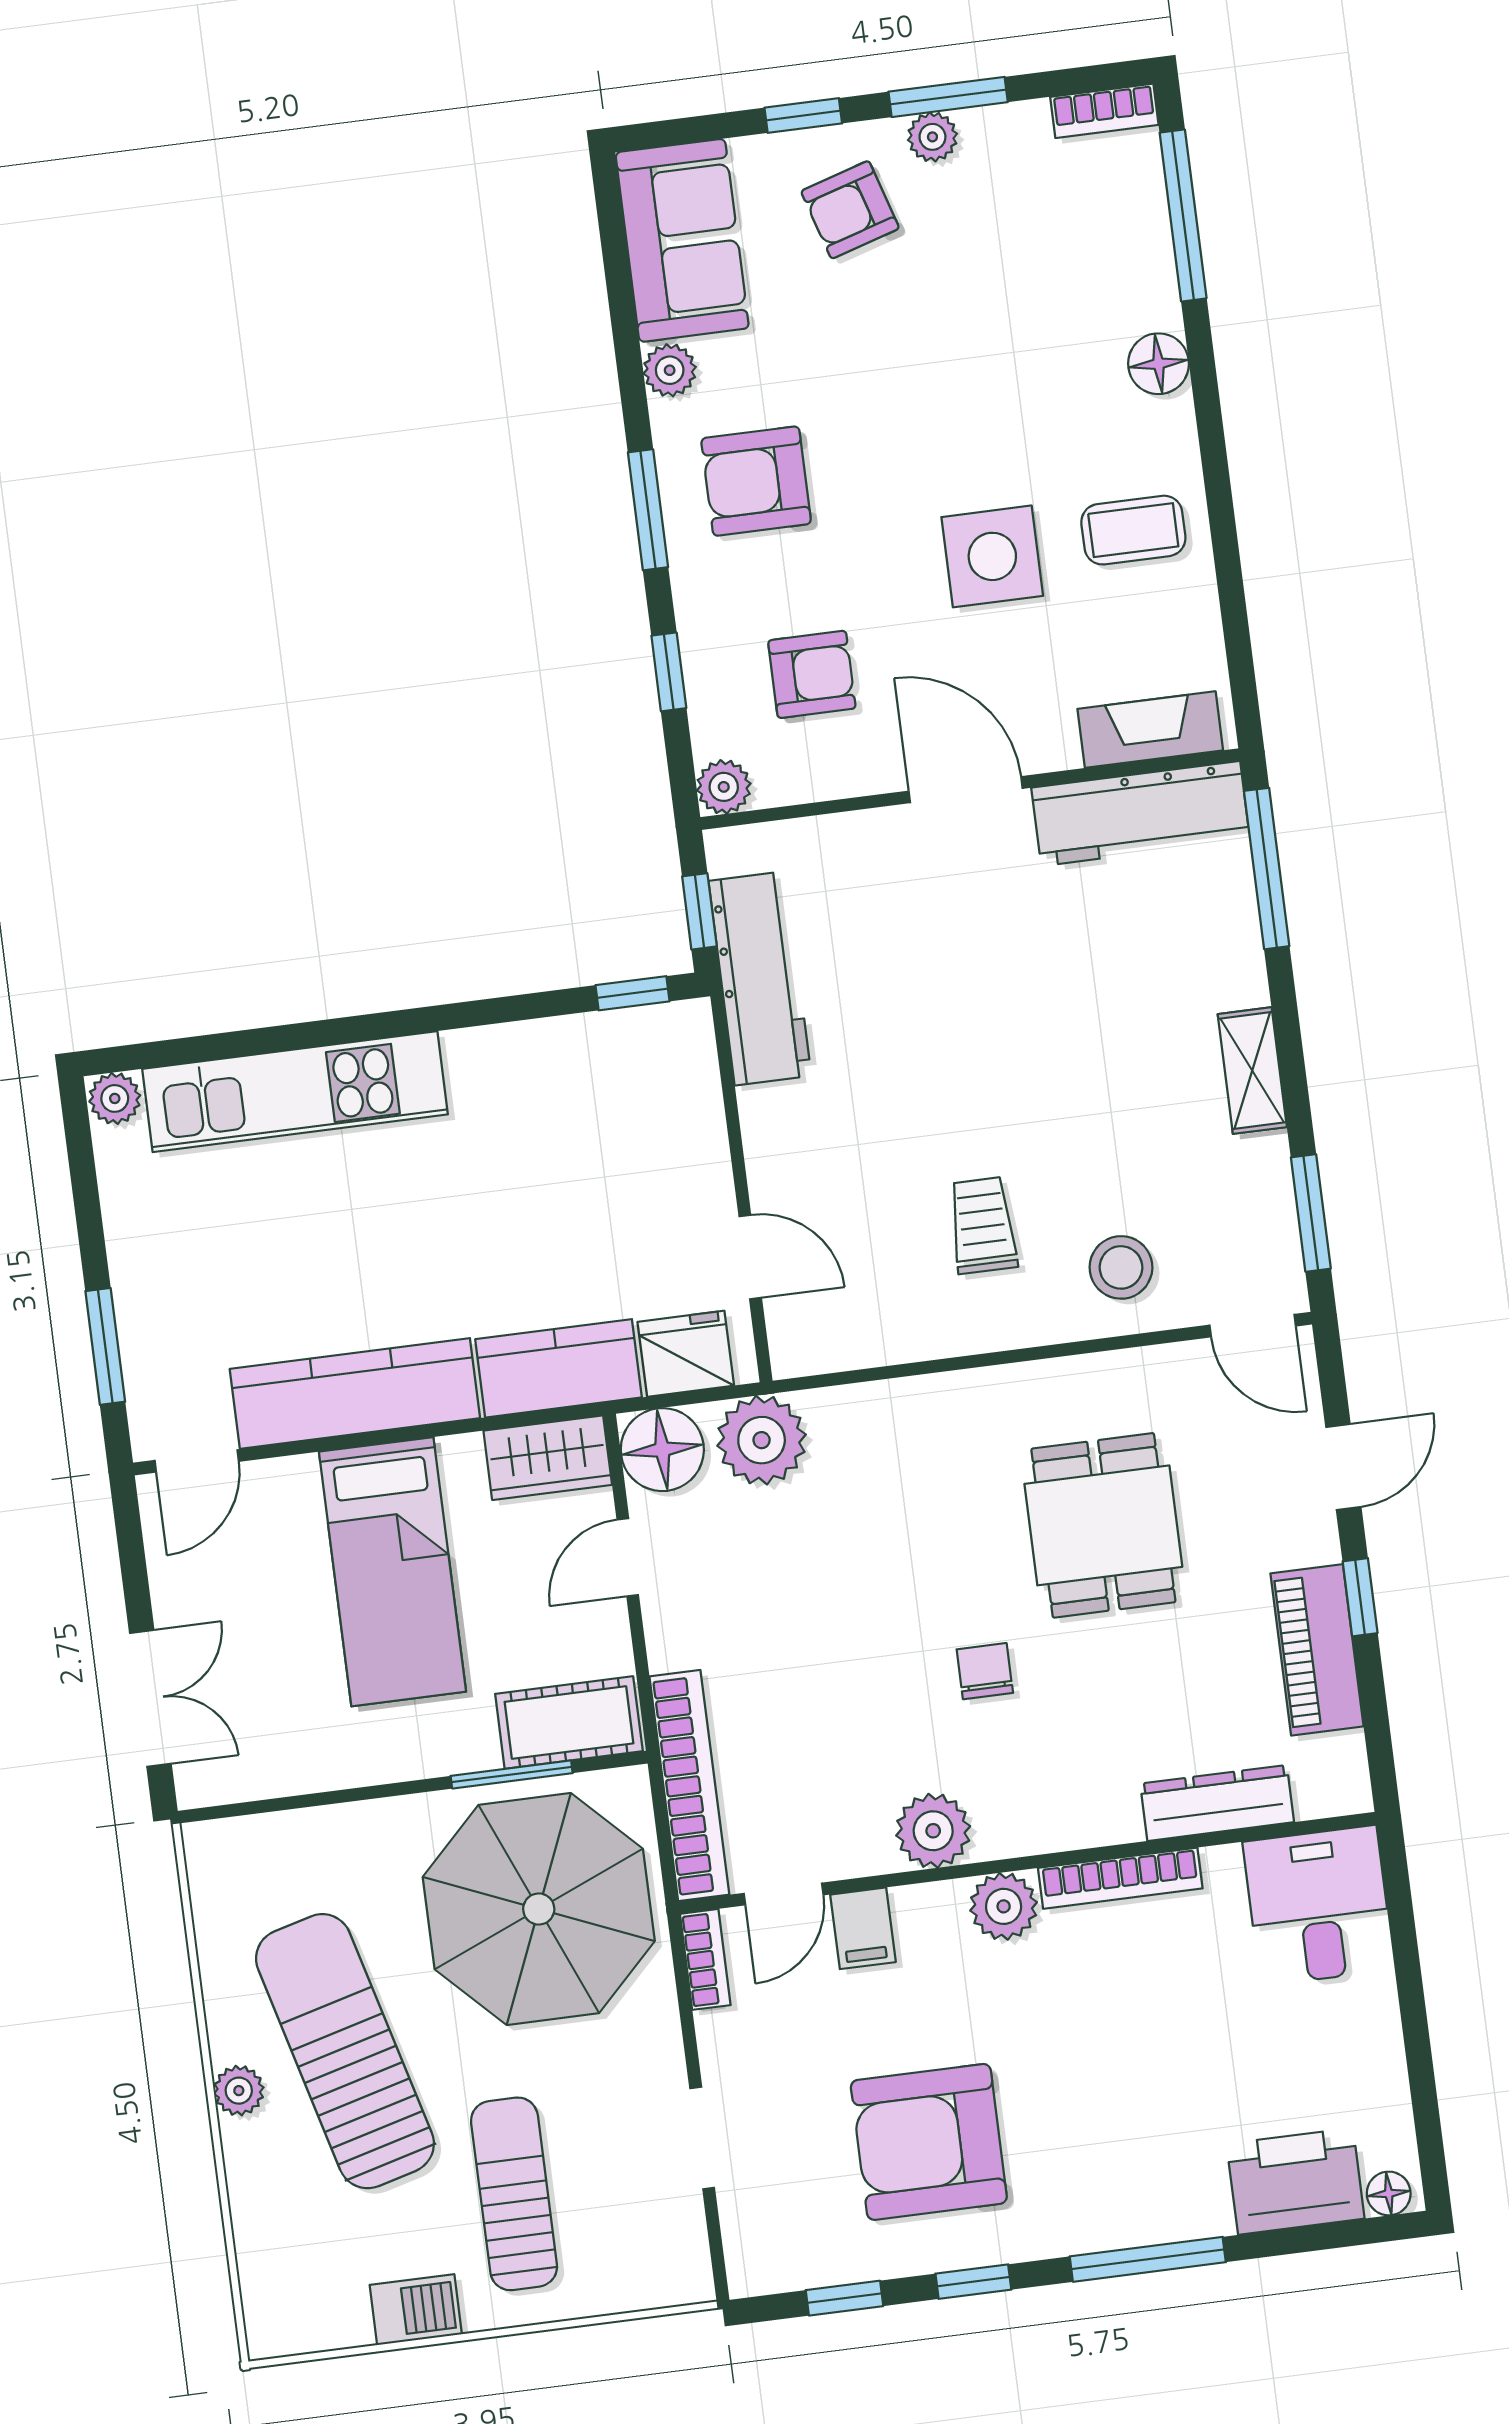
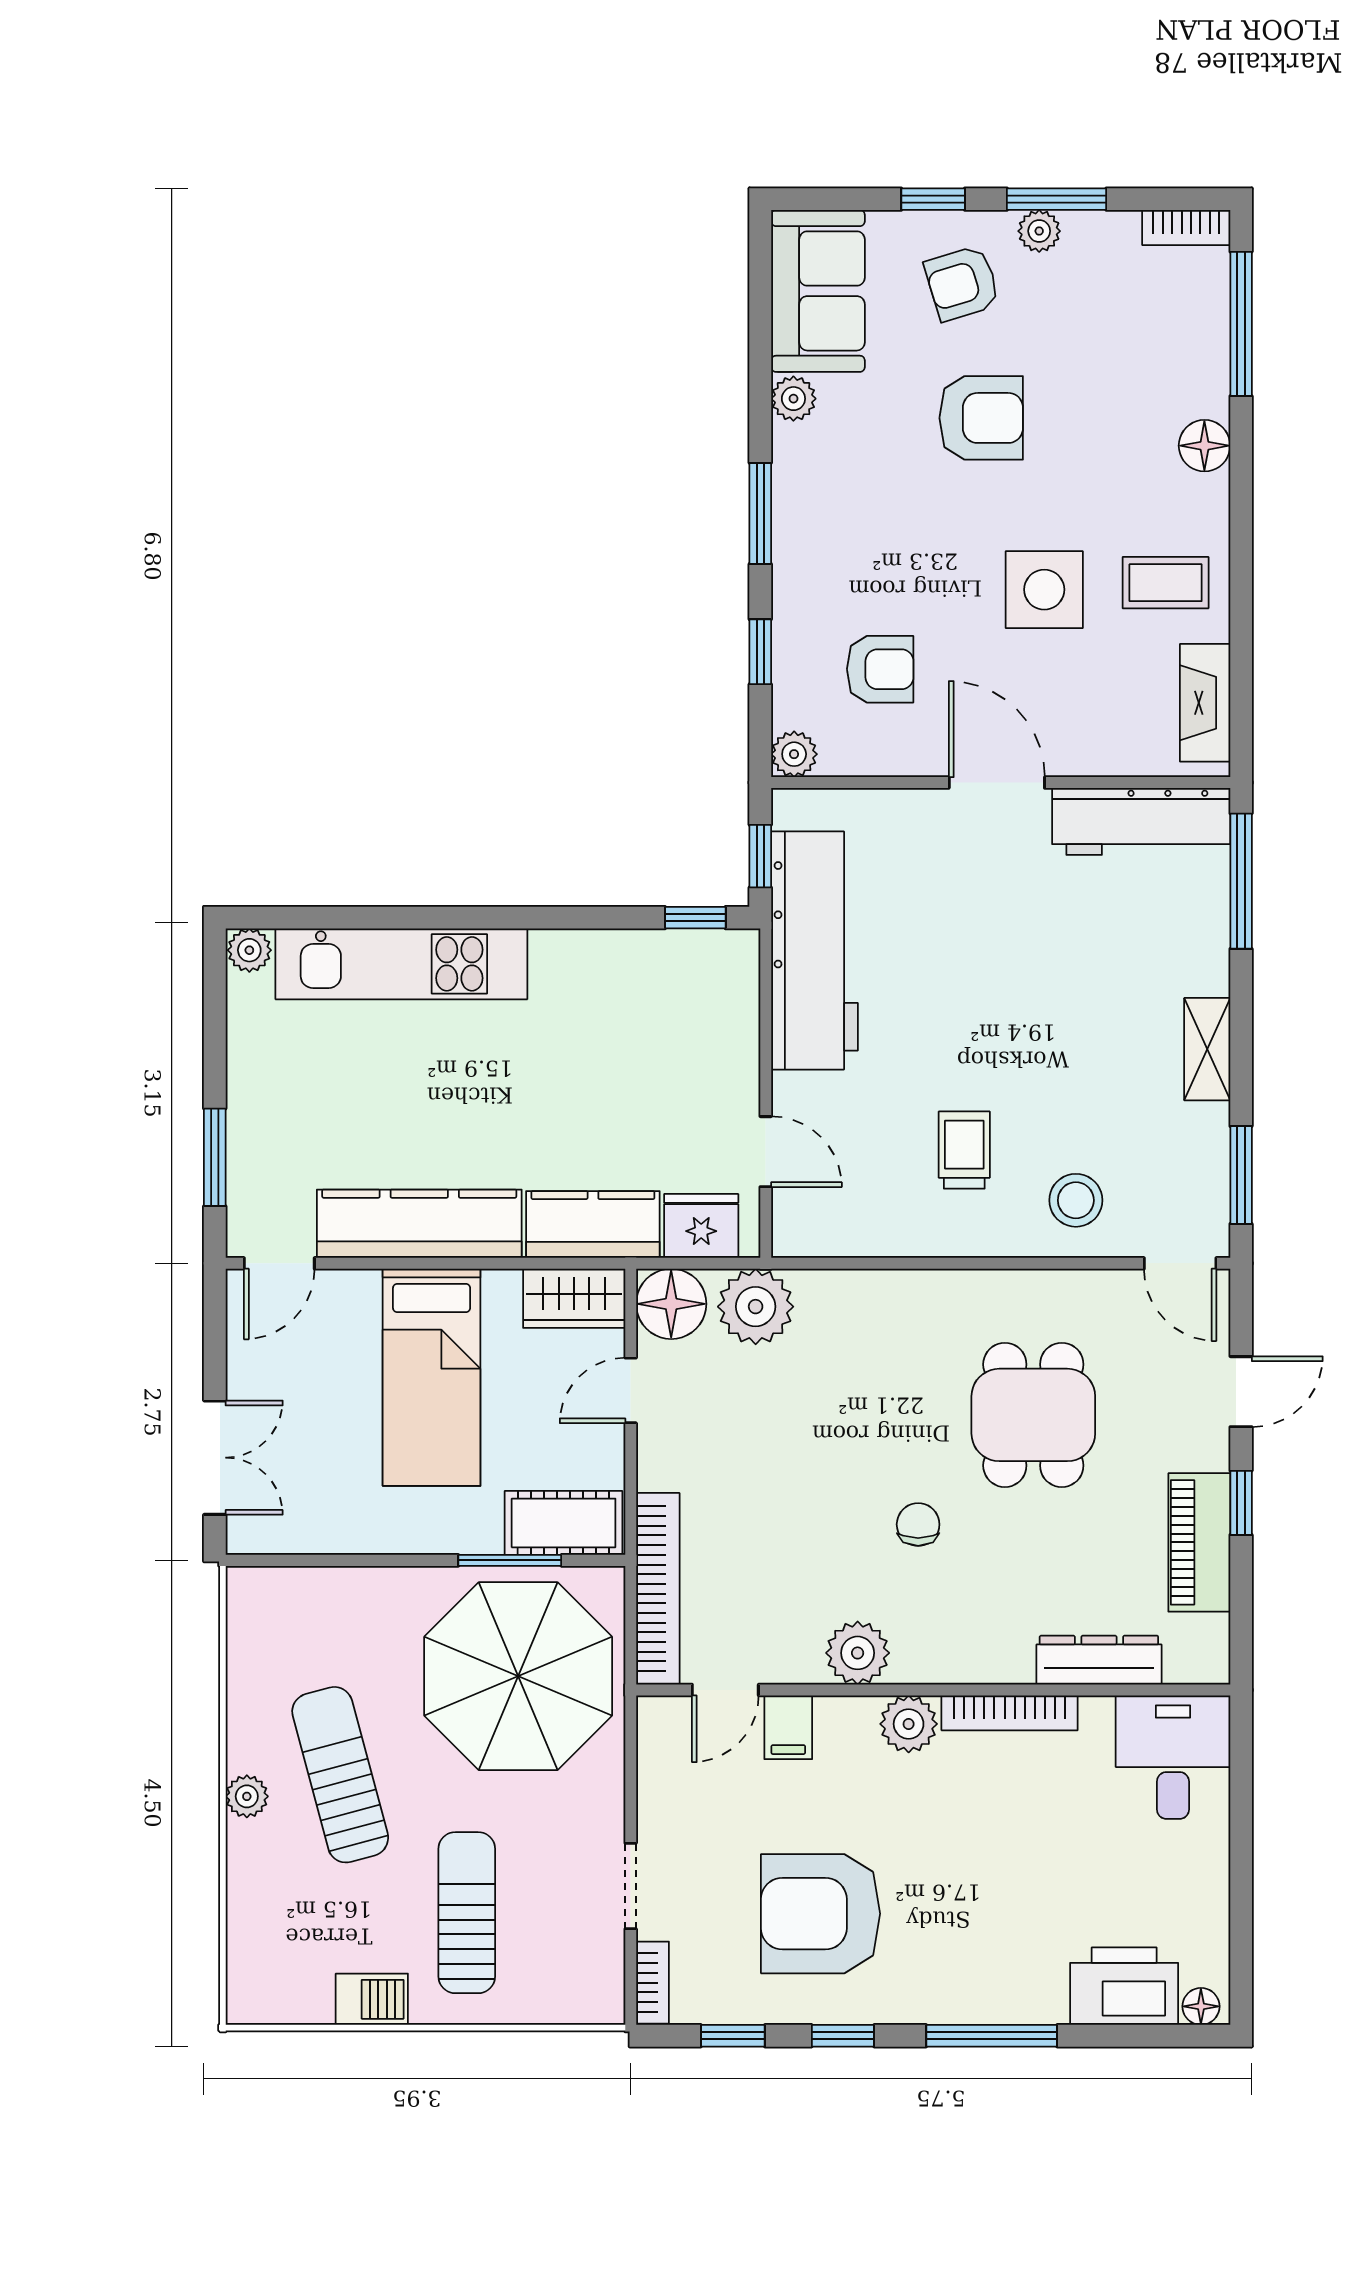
armchair: (756, 481) -> (981, 418), moved, turned 180
fireplace: (1150, 730) -> (1205, 703), moved, turned -90
workbench: (760, 978) -> (815, 950), width x1.36, depth x1.32
bookcase: (705, 1959) -> (652, 1983), moved
sun lounger: (345, 2051) -> (340, 1775), width x0.73, depth x0.75

